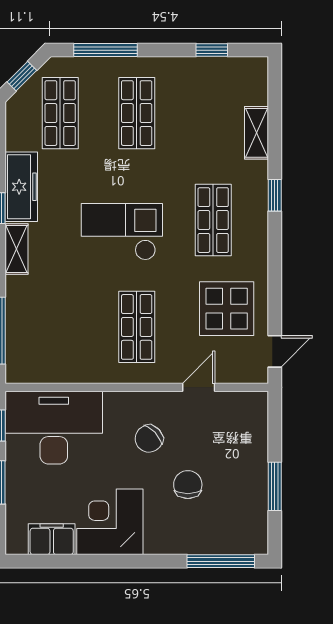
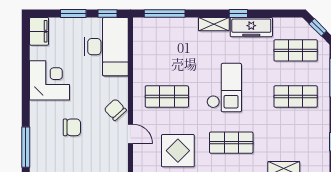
chair: (149, 439) -> (115, 110), moved
filing cabinet: (52, 539) -> (39, 31), moved

